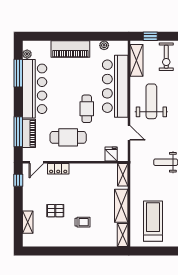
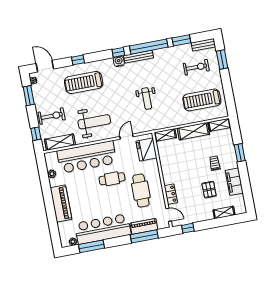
weight bench: (151, 101) -> (94, 122), turned 180
fridge: (111, 154) -> (146, 149), width x1.88, depth x1.34
filing cabinet: (59, 239) -> (234, 182), added
window: (89, 251) -> (240, 153), added

